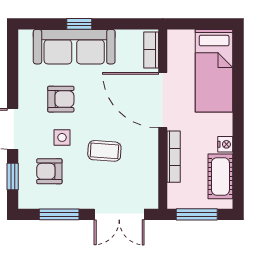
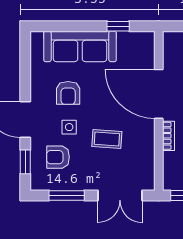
window: (79, 24) -> (118, 26), moved
bookcase: (151, 50) -> (148, 49), removed
armchair: (61, 99) -> (68, 93), turned 90
bookcase: (174, 157) -> (168, 136), width x0.64

